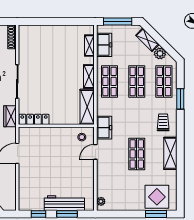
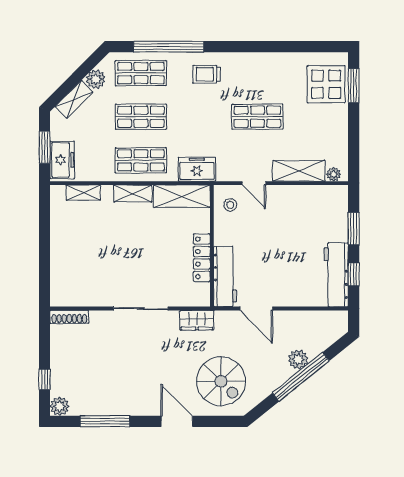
window: (118, 21) -> (45, 147), width x0.69
freezer: (104, 45) -> (62, 160), moved, turned 90
window: (180, 99) -> (169, 47), width x2.11
locker: (34, 119) -> (202, 258), moved
freezer: (104, 128) -> (197, 169), moved
workbench: (37, 134) -> (225, 277), added
shelving: (170, 153) -> (299, 171), moved
workbench: (64, 203) -> (336, 275), moved

